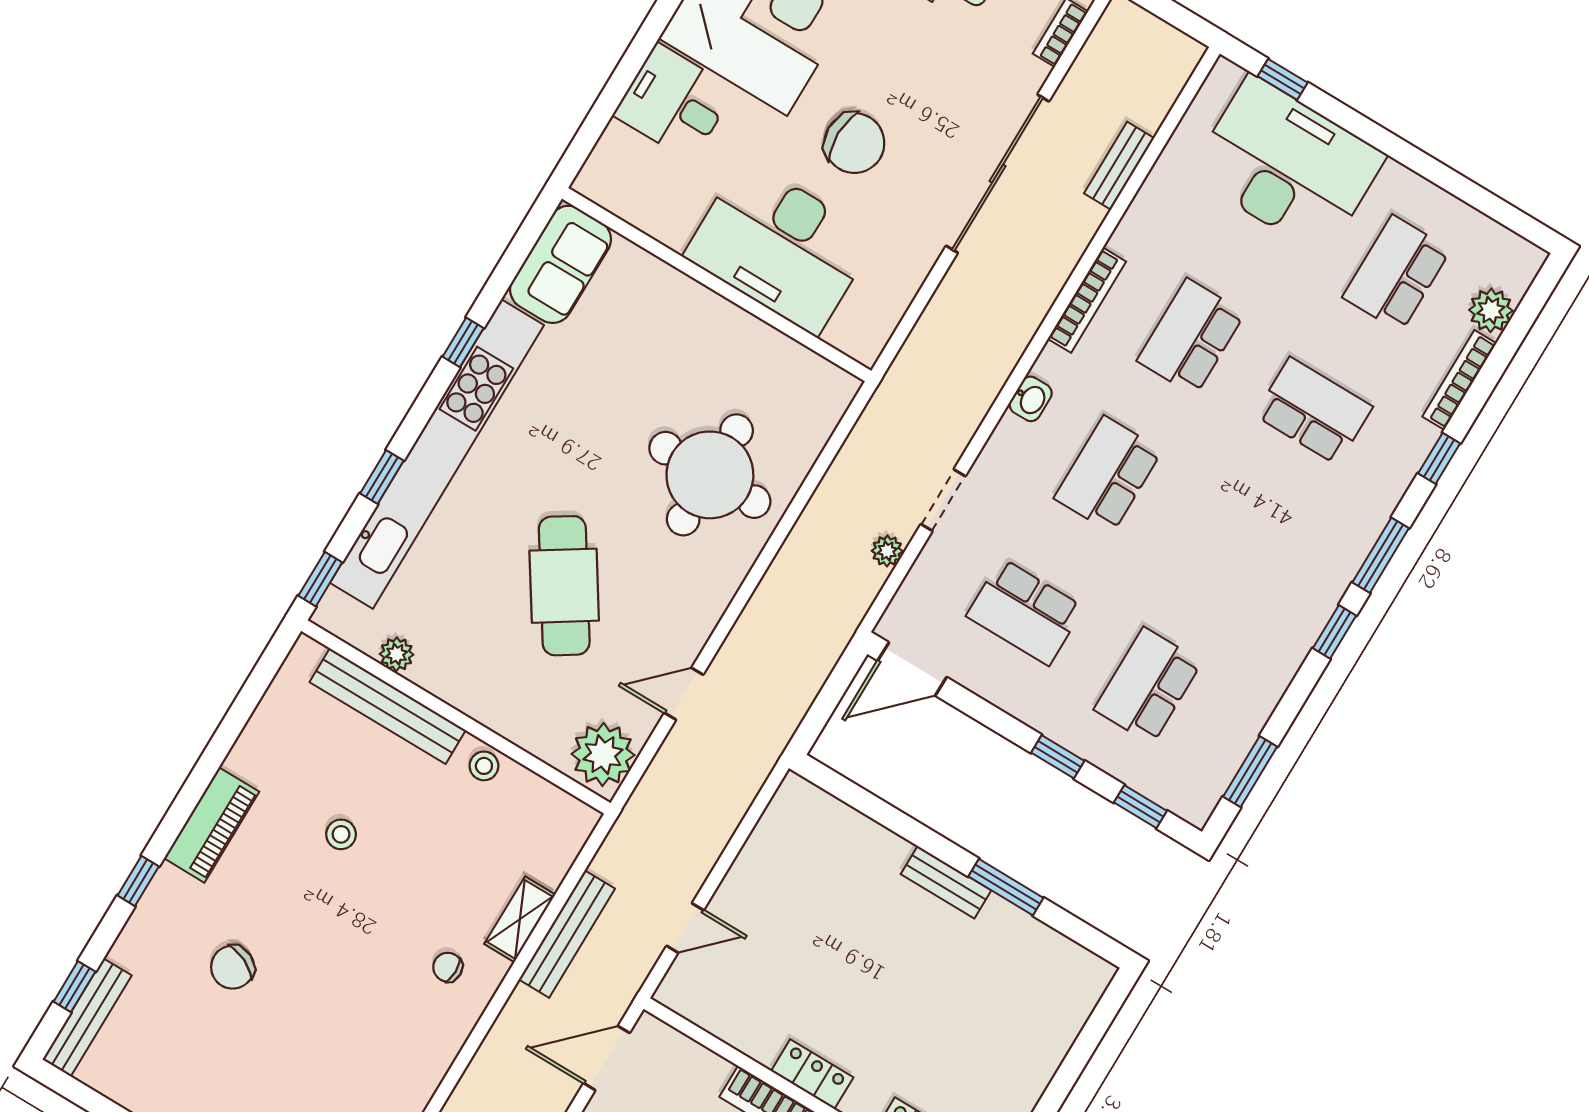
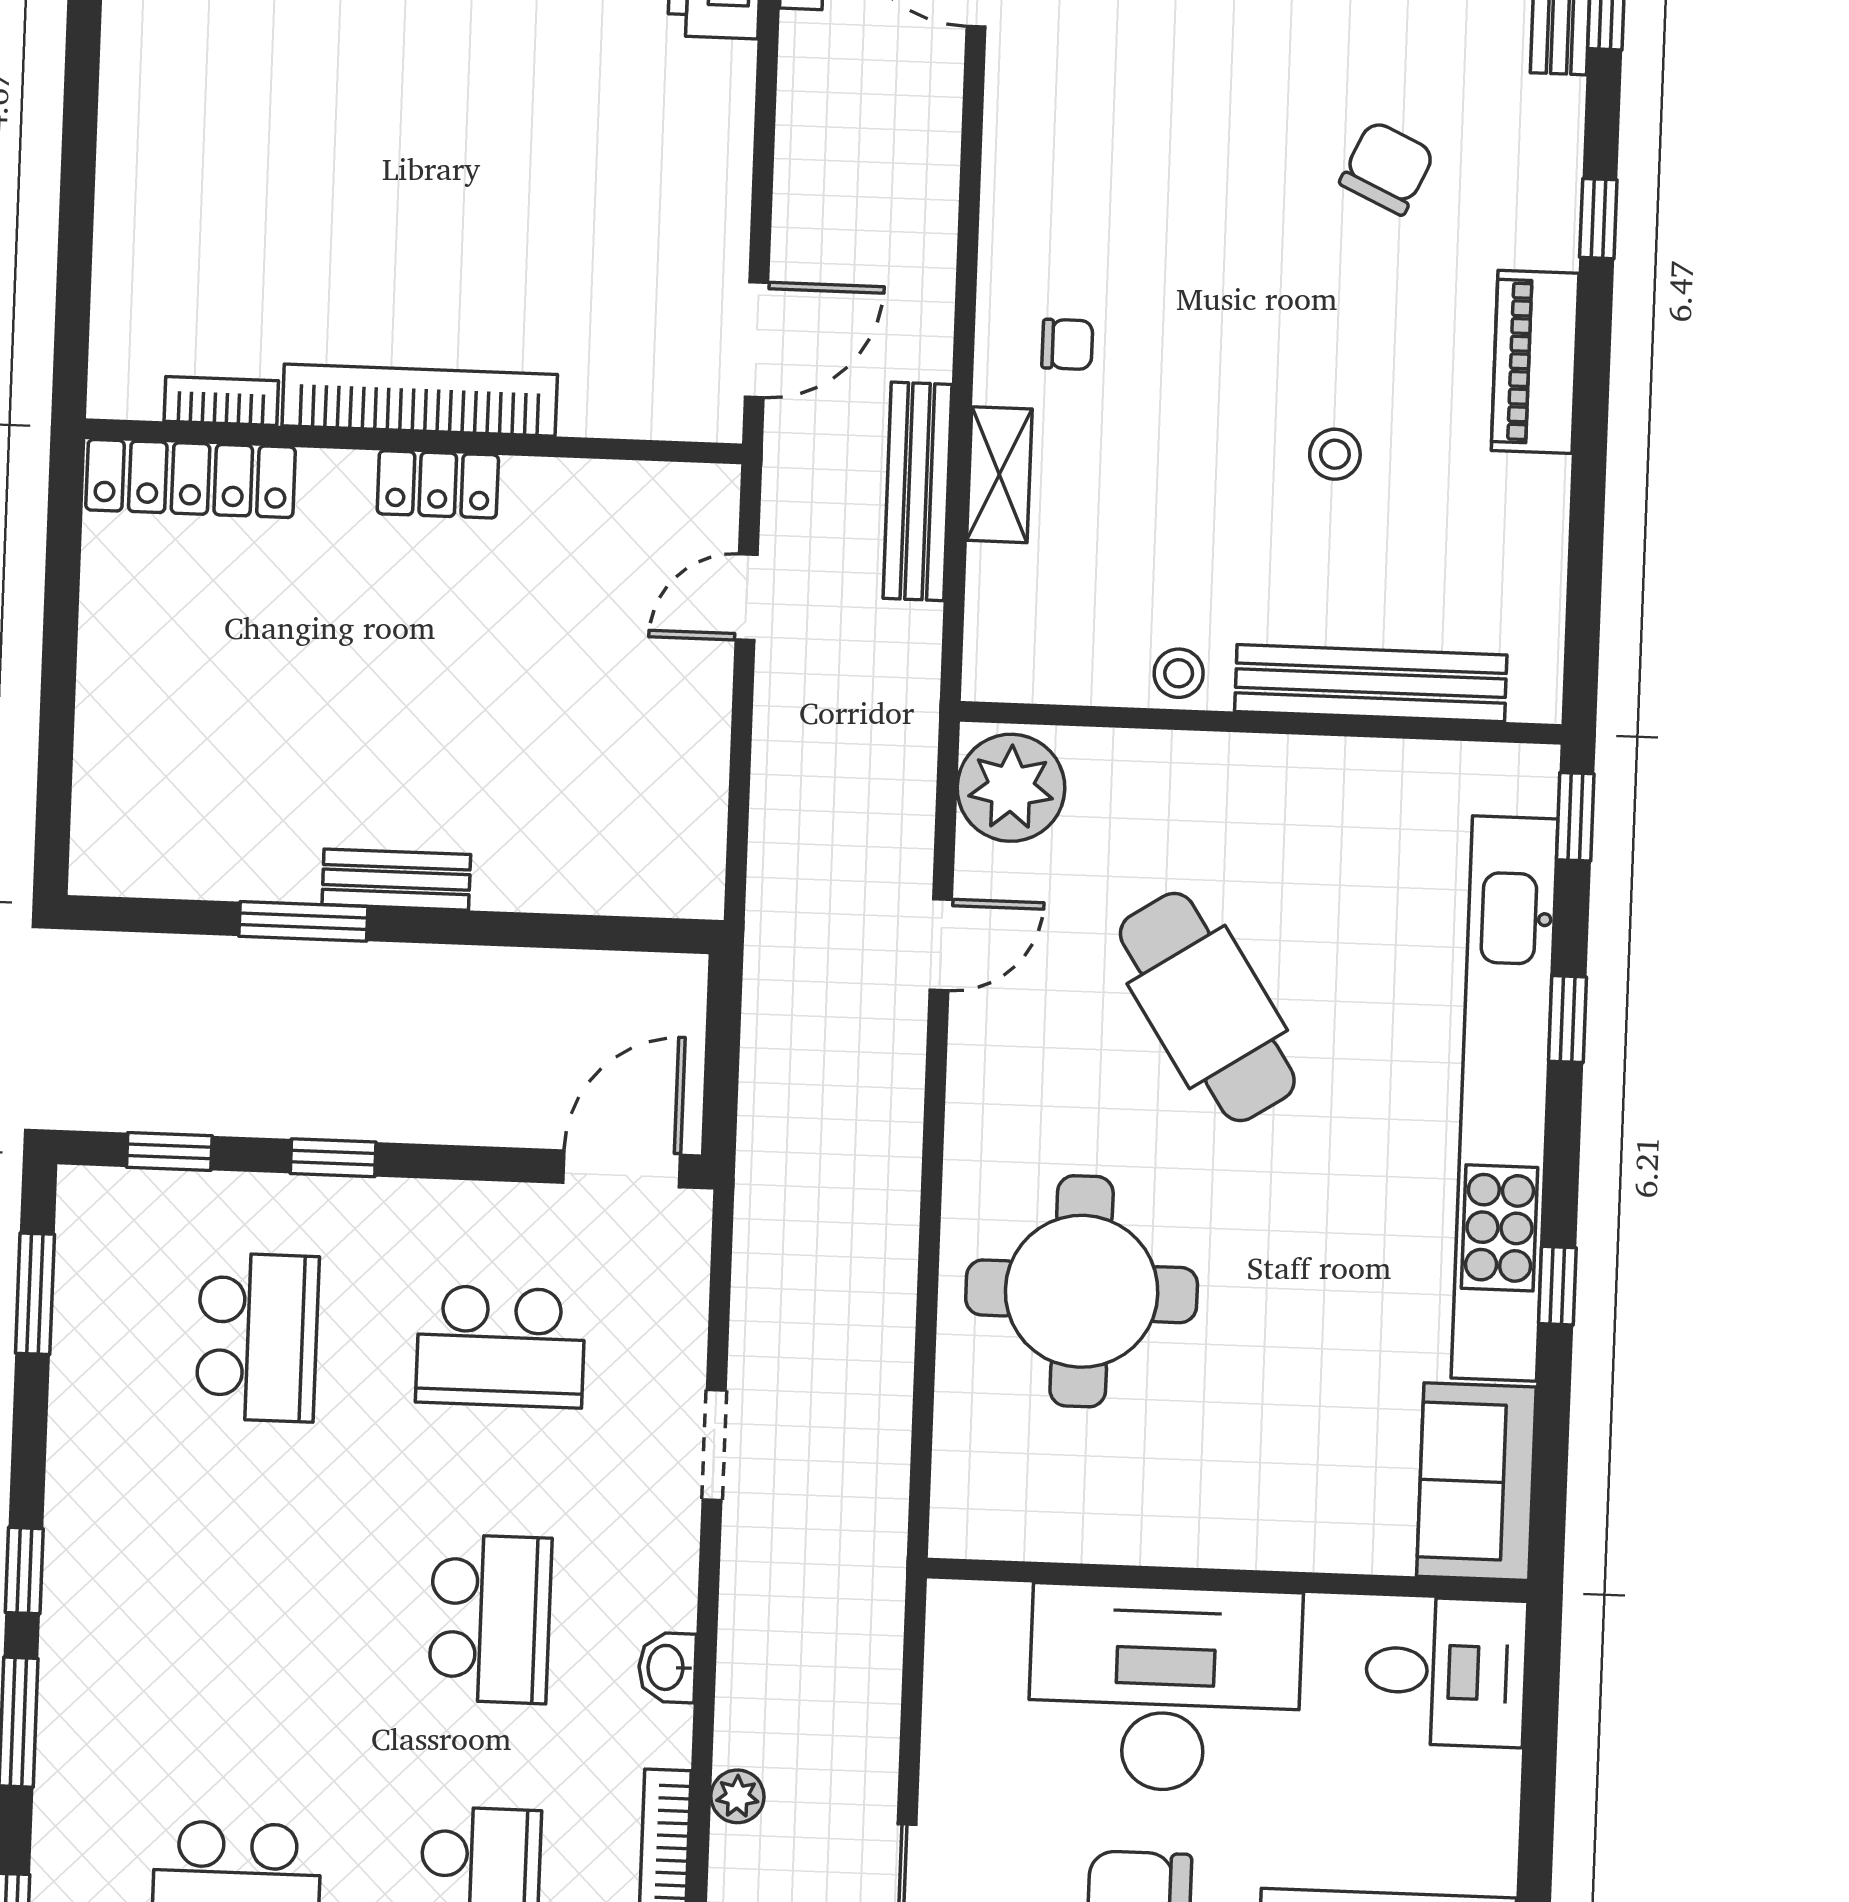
desk: (674, 102) -> (1446, 1672), moved
plant: (887, 551) -> (737, 1796), moved
school desk: (1025, 612) -> (501, 1347), turned 180
plant: (397, 654) -> (1400, 768), removed

